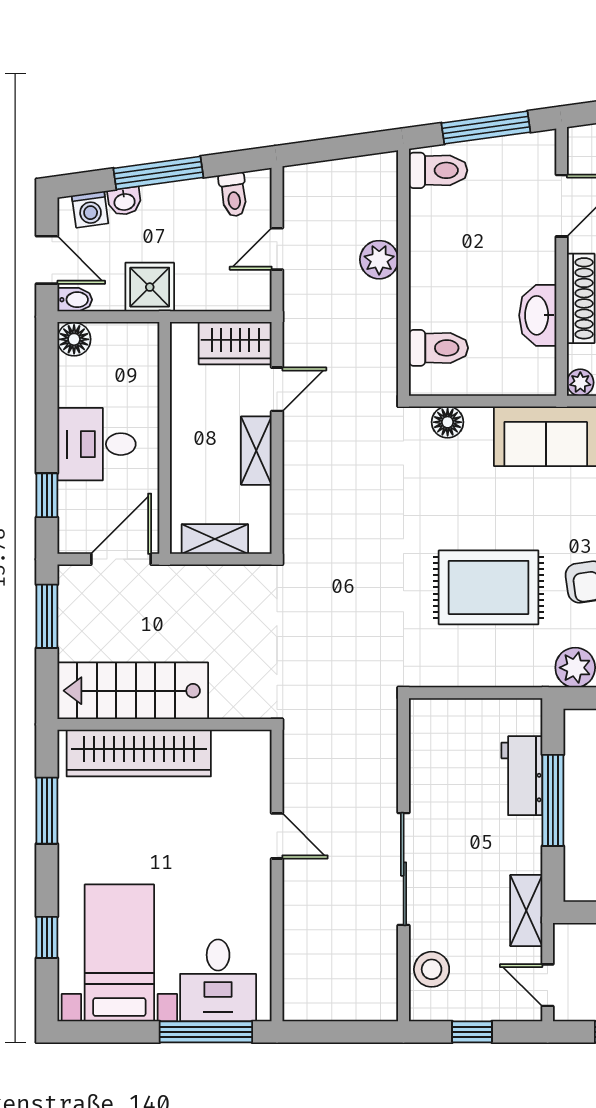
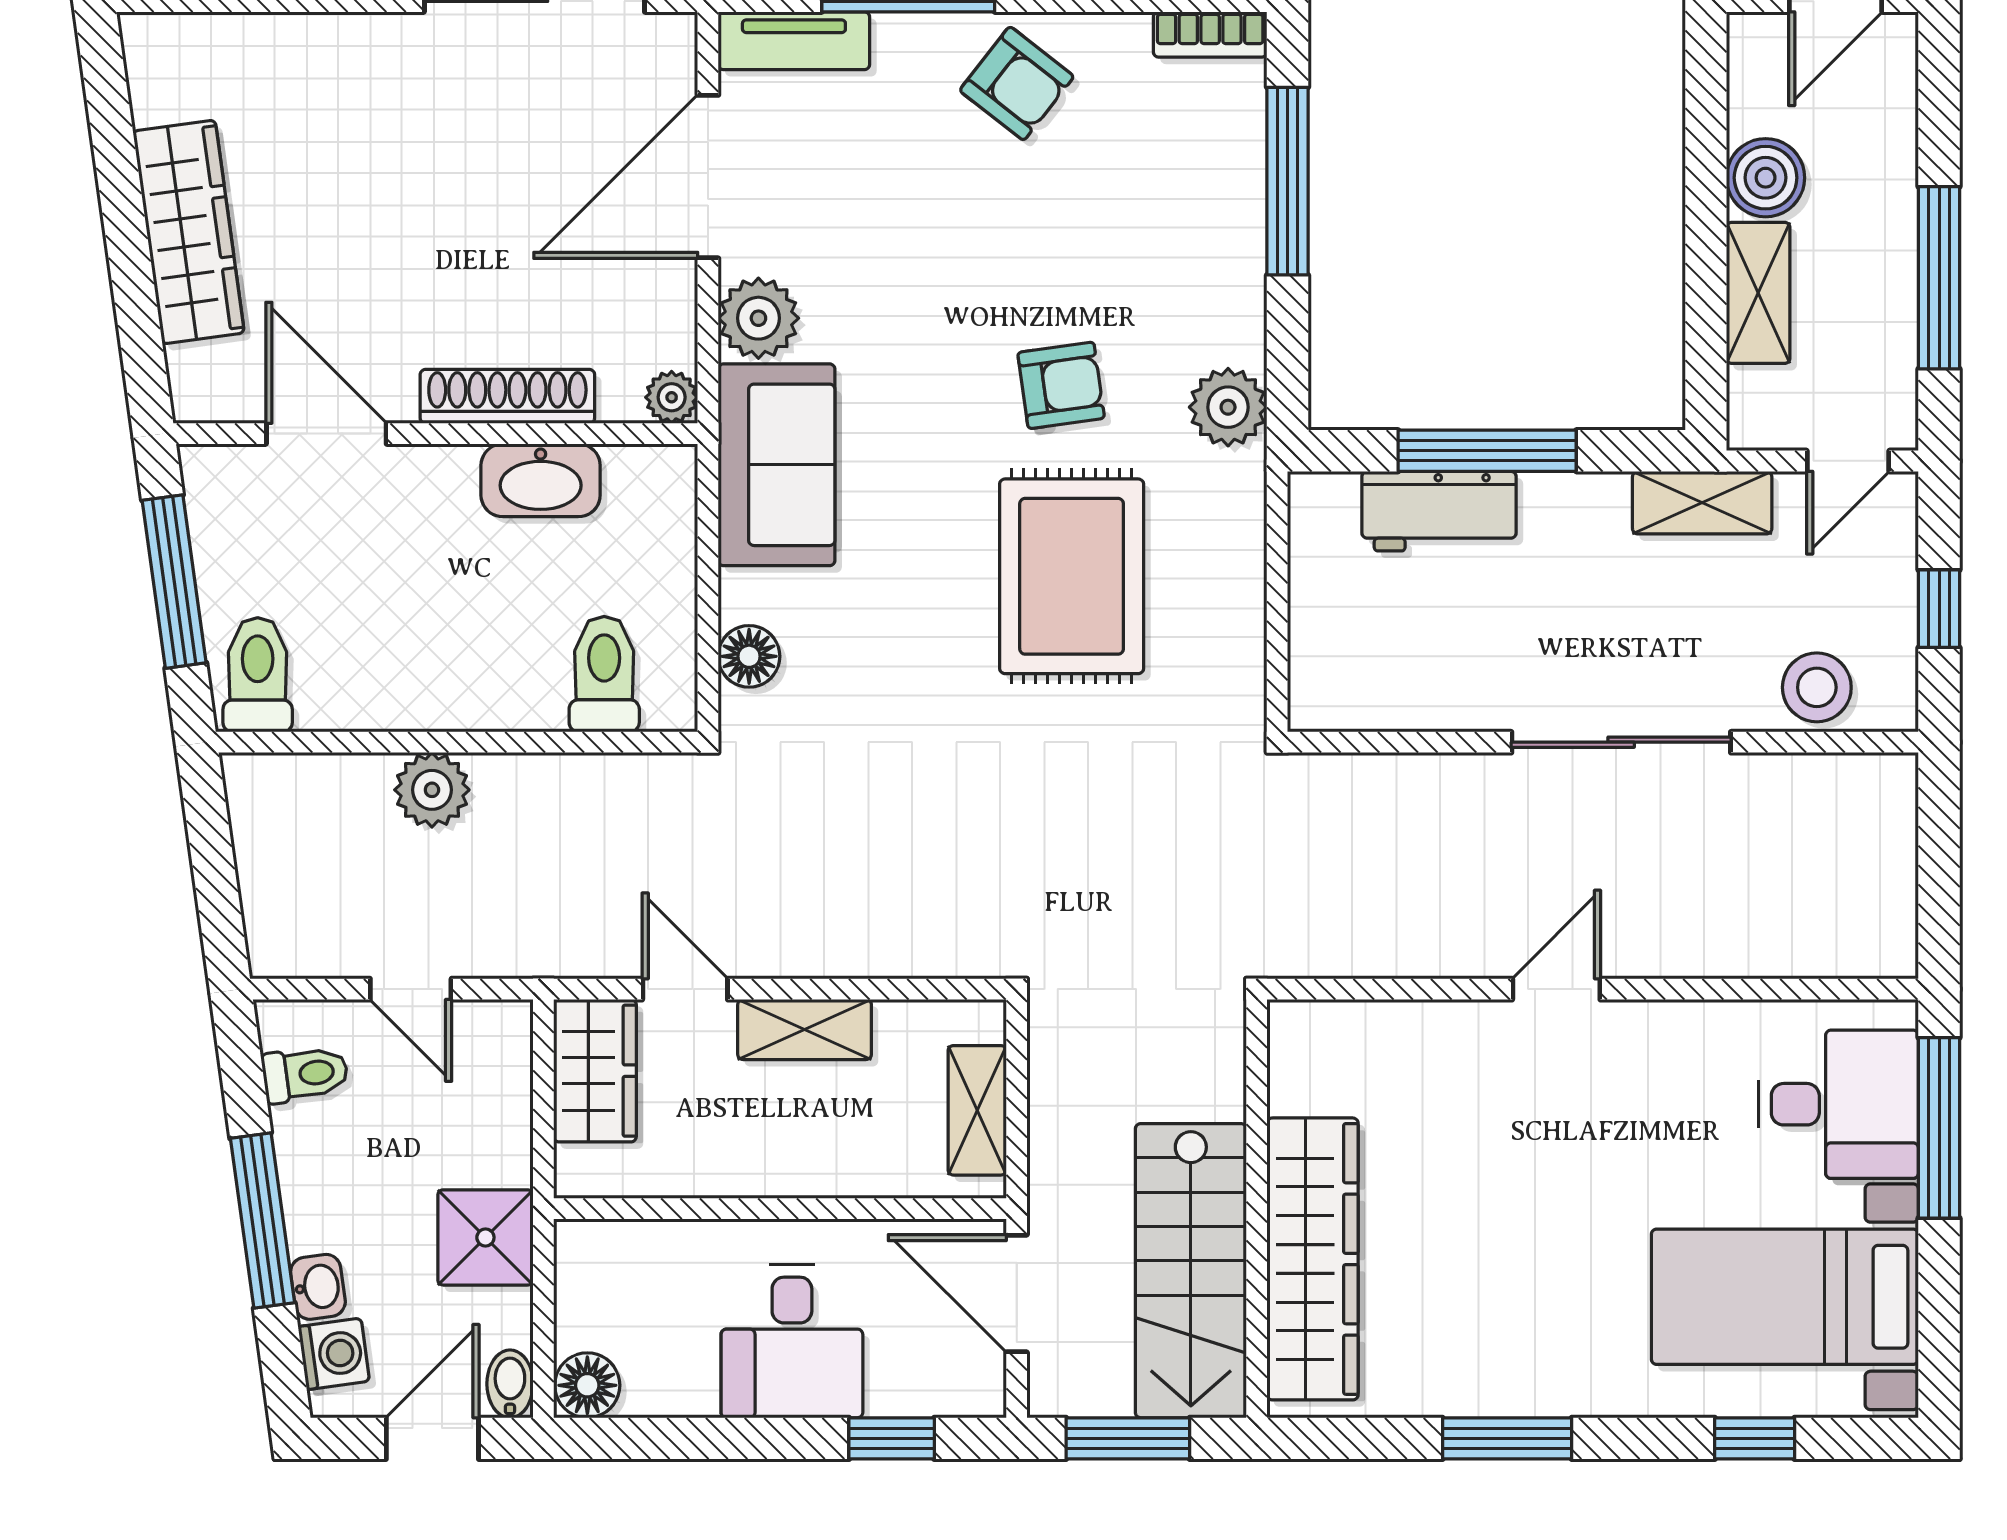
stairs: (133, 691) -> (1191, 1271), moved
wall: (165, 724) -> (1257, 1209), moved
wardrobe: (139, 753) -> (1313, 1259), moved

